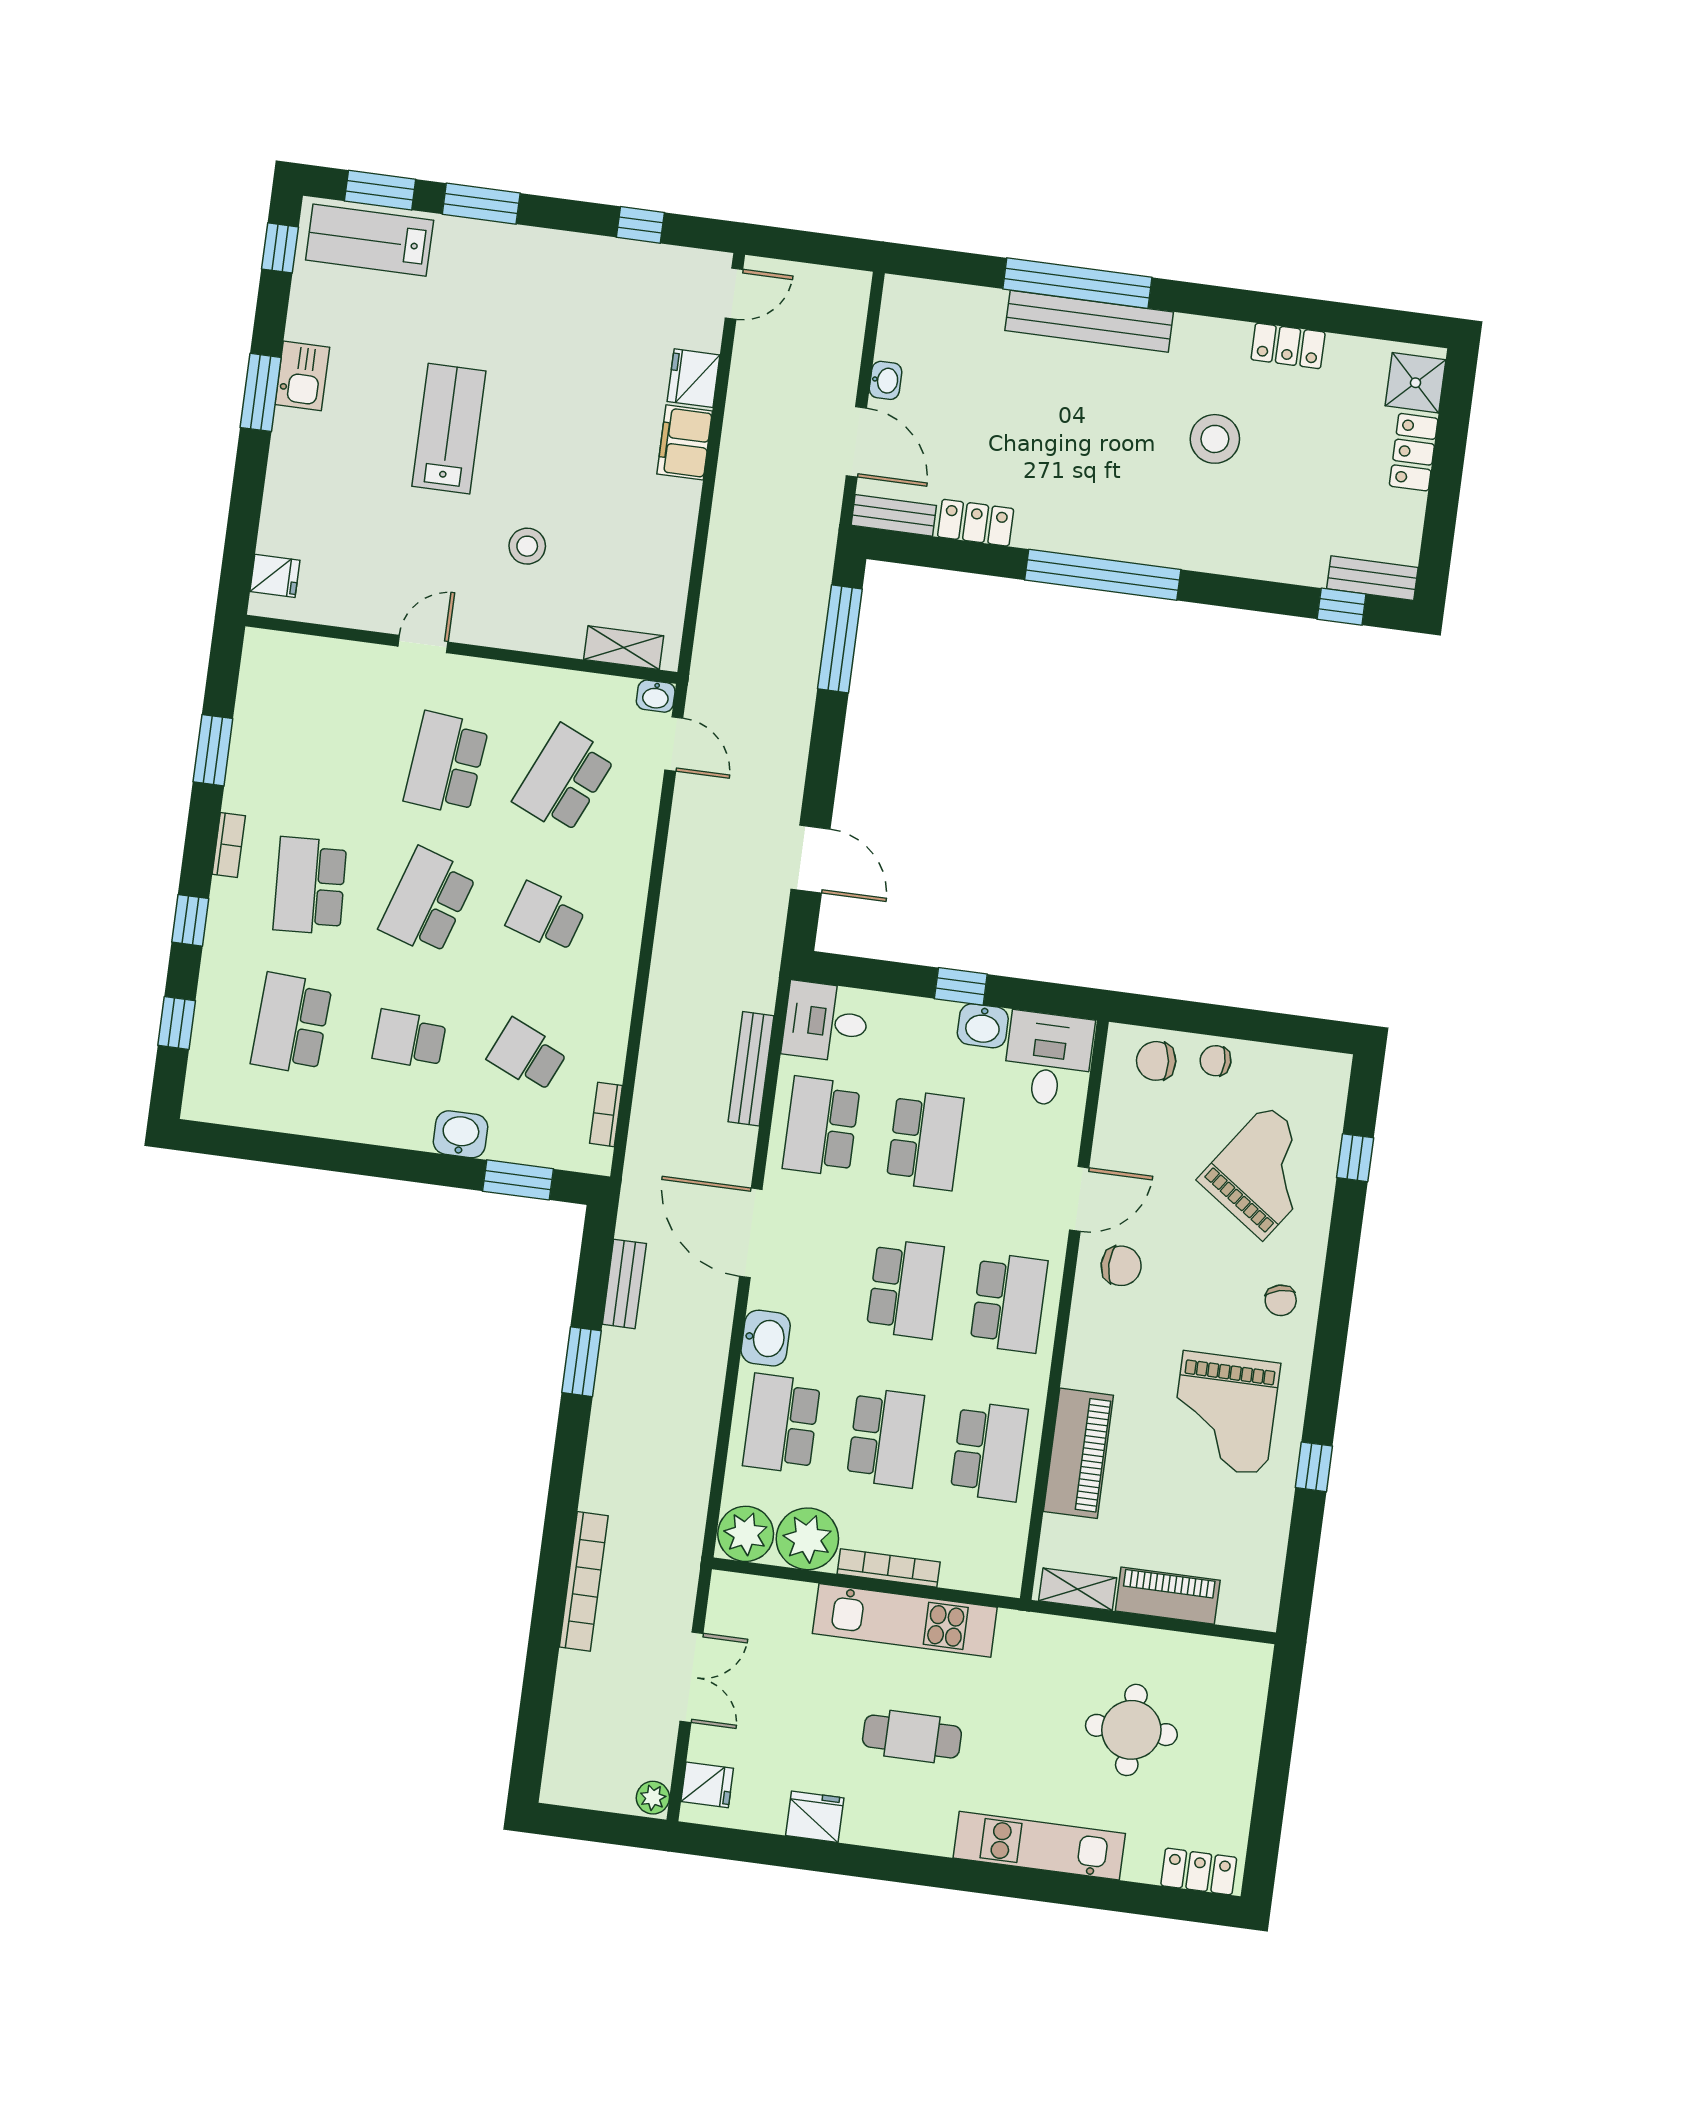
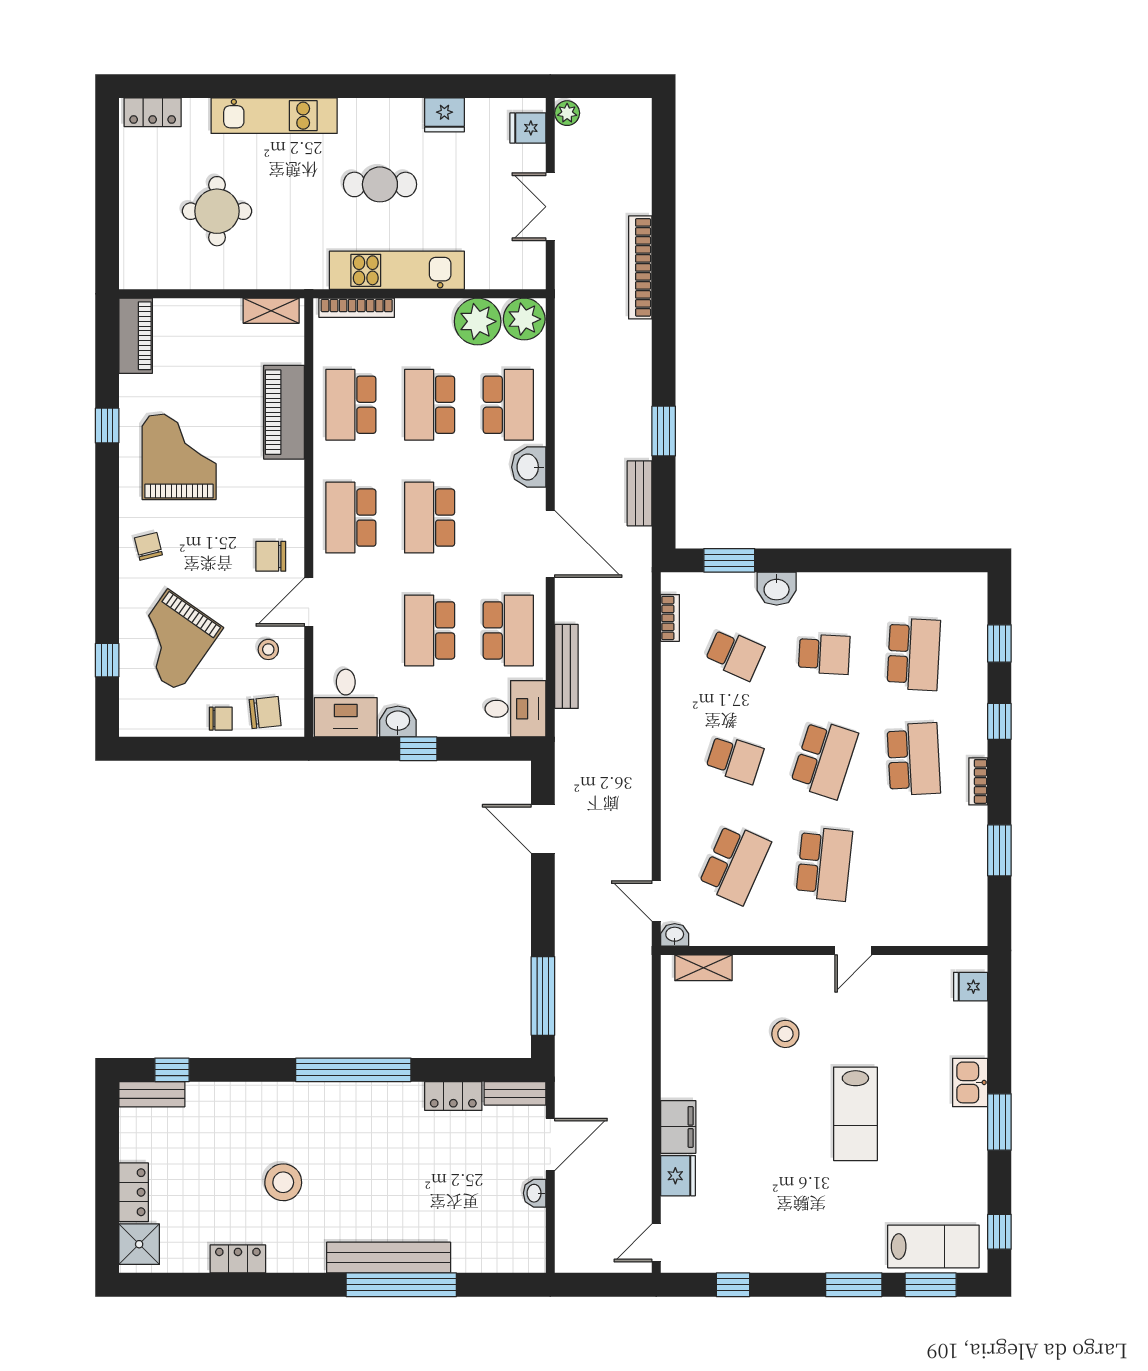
kitchen sink: (302, 376) -> (970, 1082), moved
door: (856, 442) -> (550, 1145), swing flipped
stool: (1141, 1143) -> (268, 649), added
bookcase: (889, 1568) -> (357, 308), moved
piano: (1168, 1596) -> (136, 336), moved, turned -90

